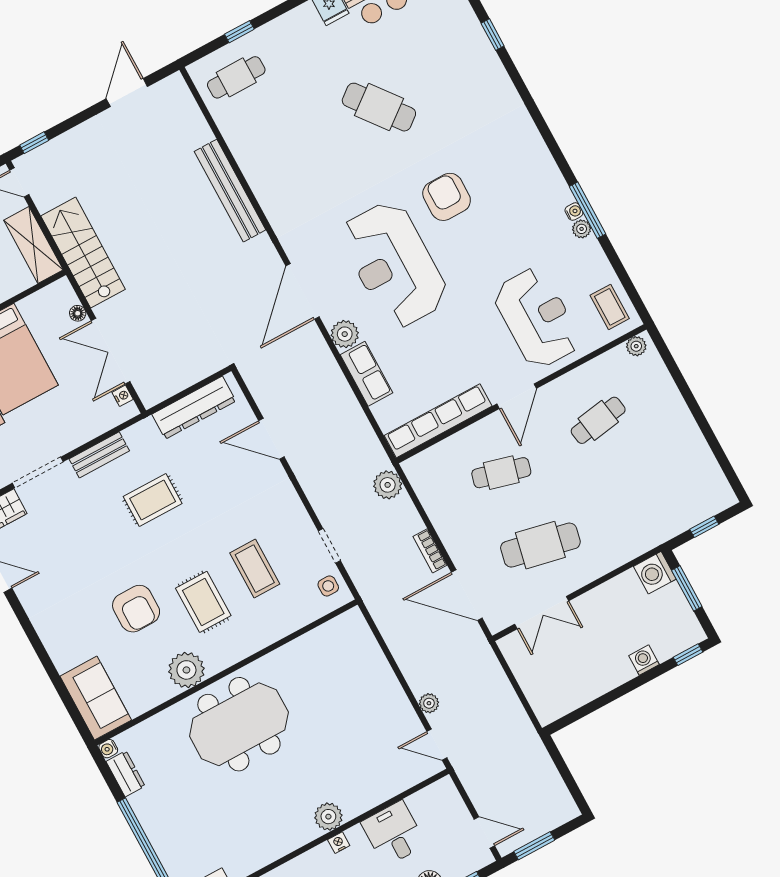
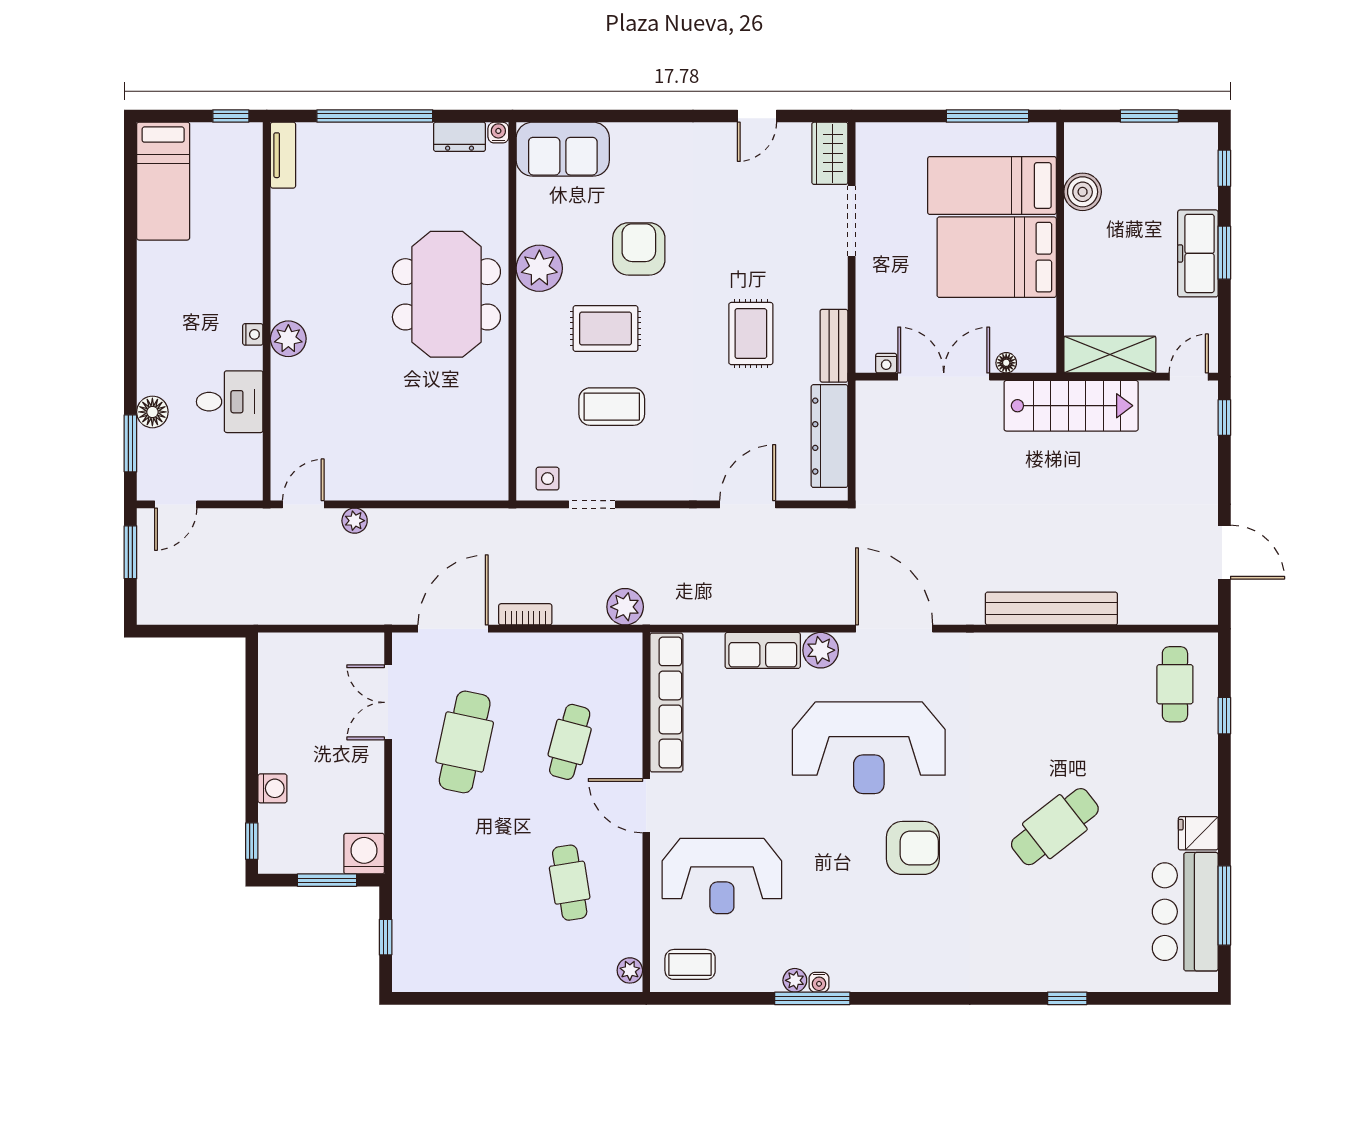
reception desk: (394, 265) -> (869, 748), turned 180
bench: (99, 455) -> (834, 346), moved
armchair: (136, 609) -> (639, 249), turned 90

